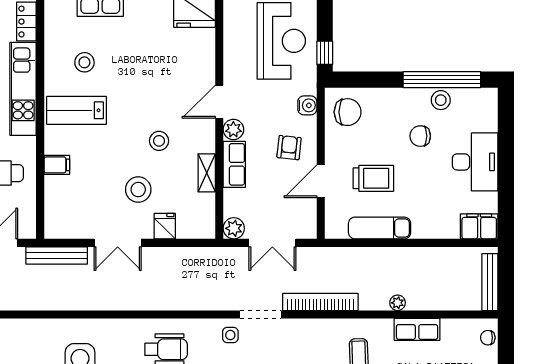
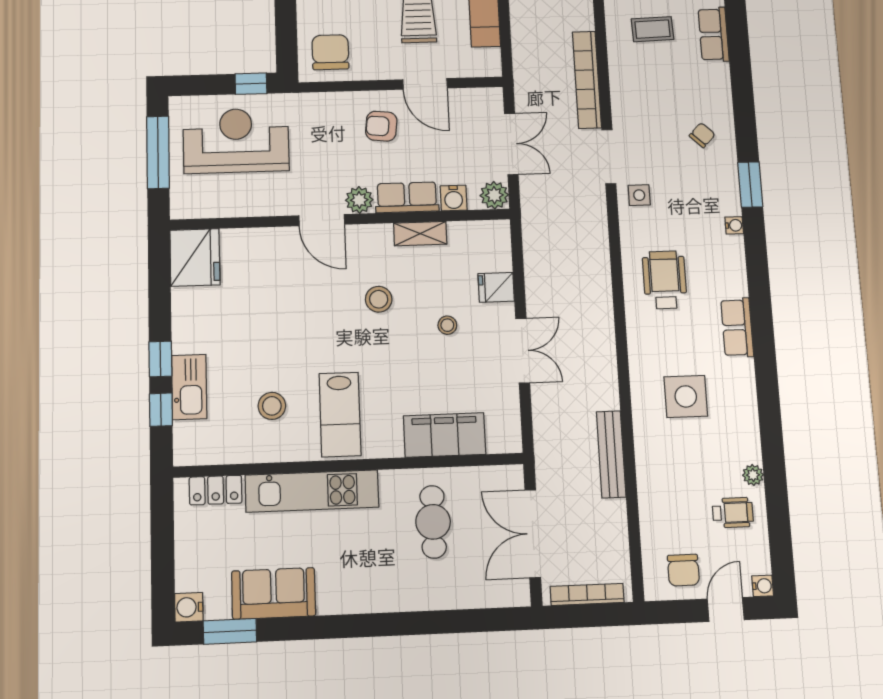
water cooler: (307, 105) -> (454, 198), moved, turned 180
filing cabinet: (57, 165) -> (445, 435), width x3.00, depth x1.17
stool: (138, 190) -> (447, 325), width x0.53, depth x0.53
bench: (57, 255) -> (611, 454), moved

